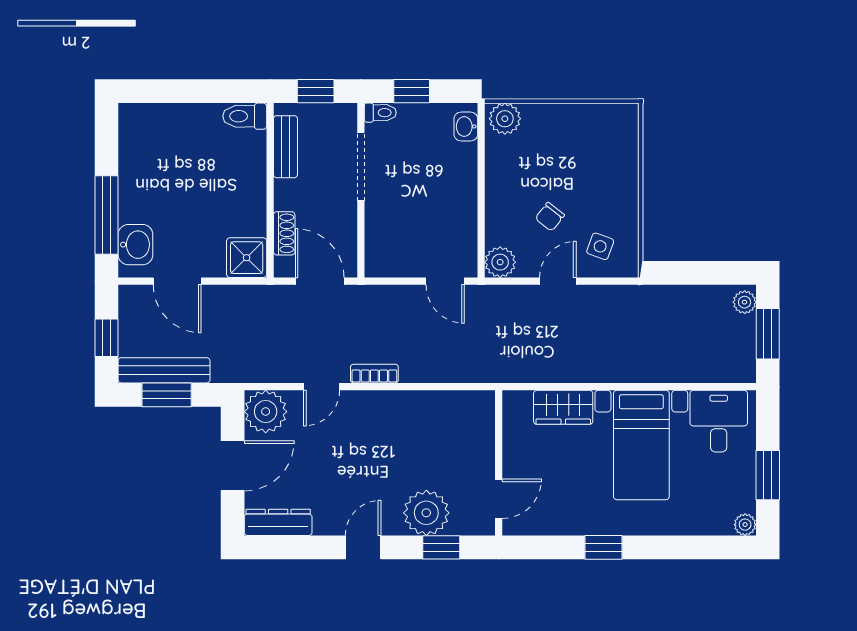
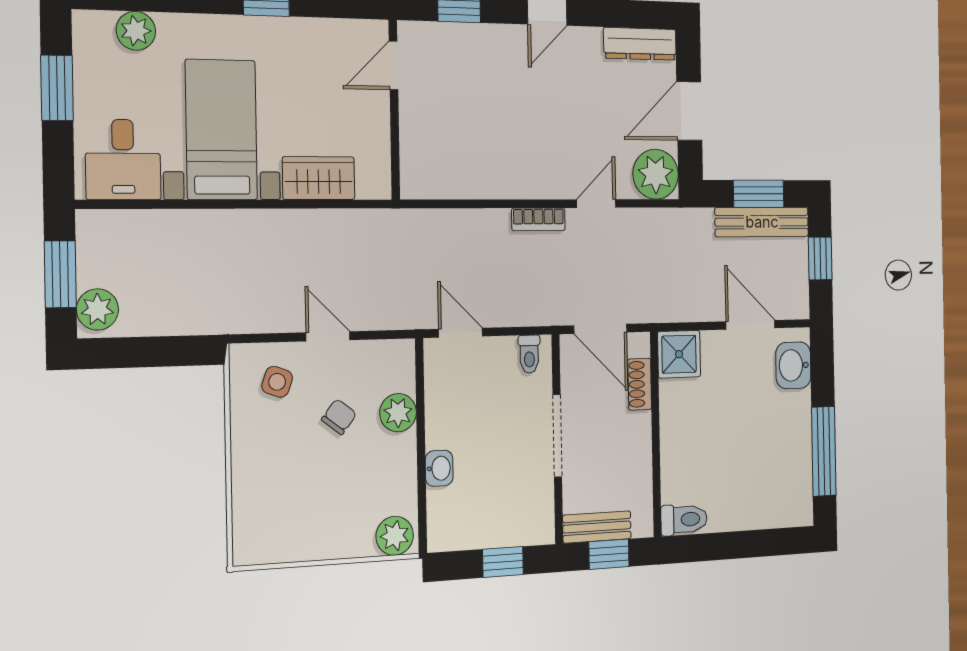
toilet: (380, 113) -> (529, 354), moved, turned -90
washbasin: (466, 127) -> (439, 468), moved
bench: (285, 147) -> (597, 527), moved, turned 90
doorway: (361, 167) -> (557, 436), moved
window: (107, 215) -> (824, 451), moved
plant: (500, 262) -> (398, 413), moved
door: (558, 281) -> (328, 336), swing flipped
plant: (745, 302) -> (97, 309), width x1.38, depth x1.38
plant: (426, 513) -> (477, 50), removed
plant: (745, 525) -> (136, 31), moved, width x1.38, depth x1.38

